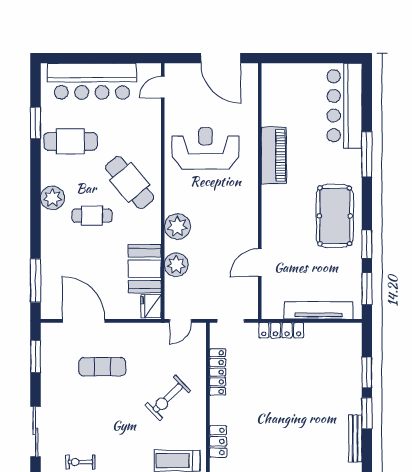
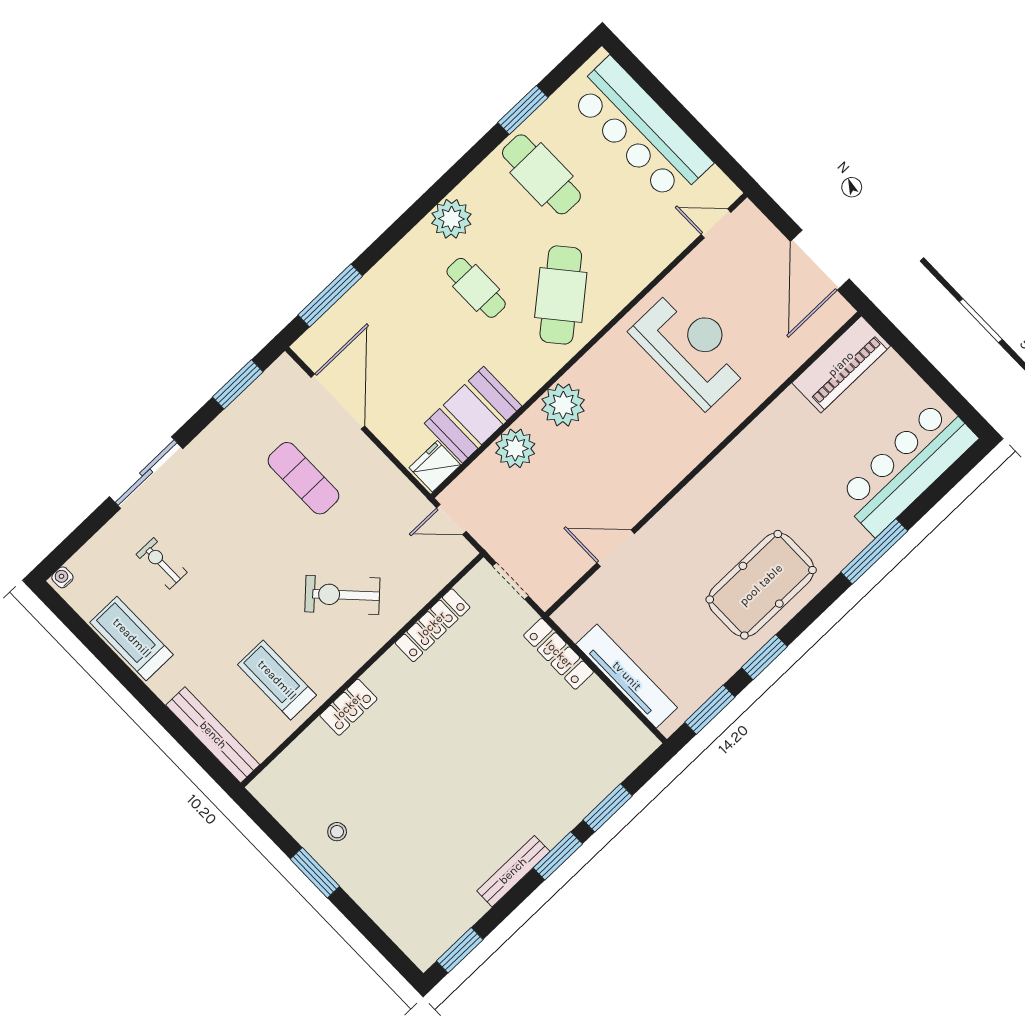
piano: (274, 156) -> (841, 364), moved

